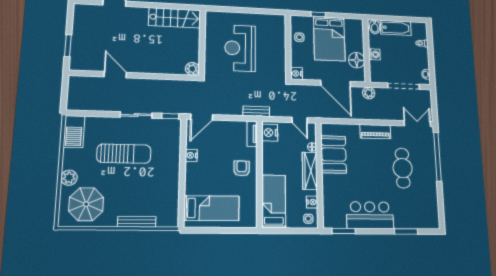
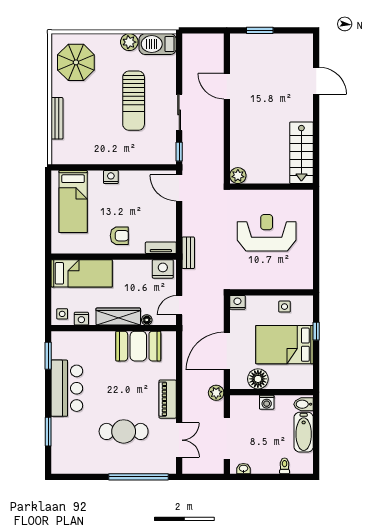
door: (115, 75) -> (227, 86), swing flipped
double door: (417, 124) -> (179, 440), moved
nightstand: (191, 155) -> (111, 177), moved
plant: (69, 178) -> (129, 42), moved

